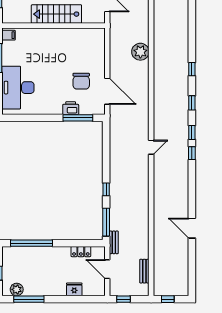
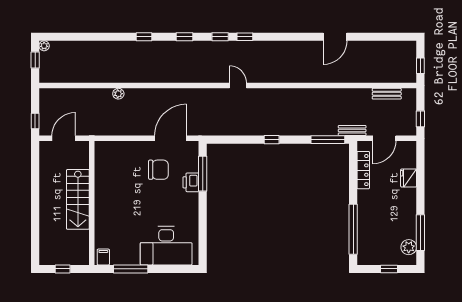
plant: (140, 52) -> (118, 94), width x0.53, depth x0.53
window: (106, 189) -> (272, 140), moved
locker: (81, 252) -> (363, 170), width x1.53

